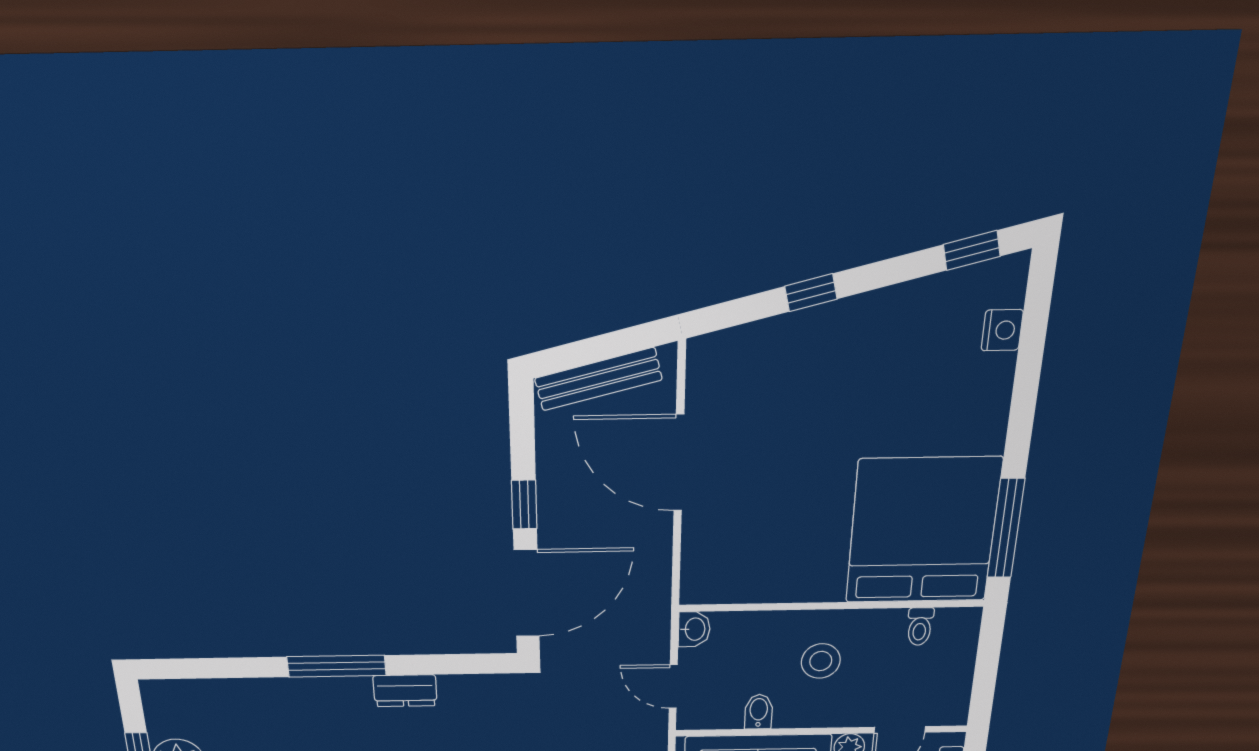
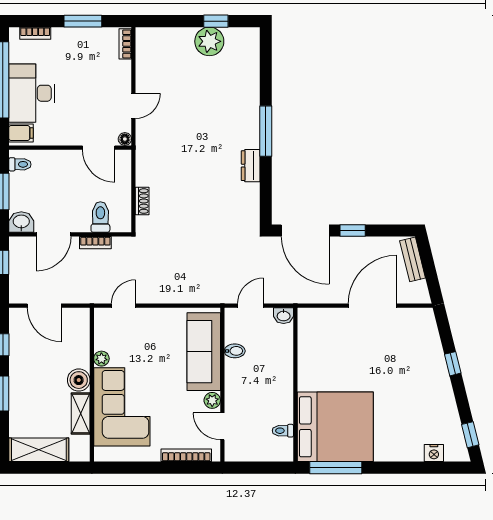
bench: (598, 379) -> (413, 259), width x0.73
stool: (821, 661) -> (264, 382), removed

